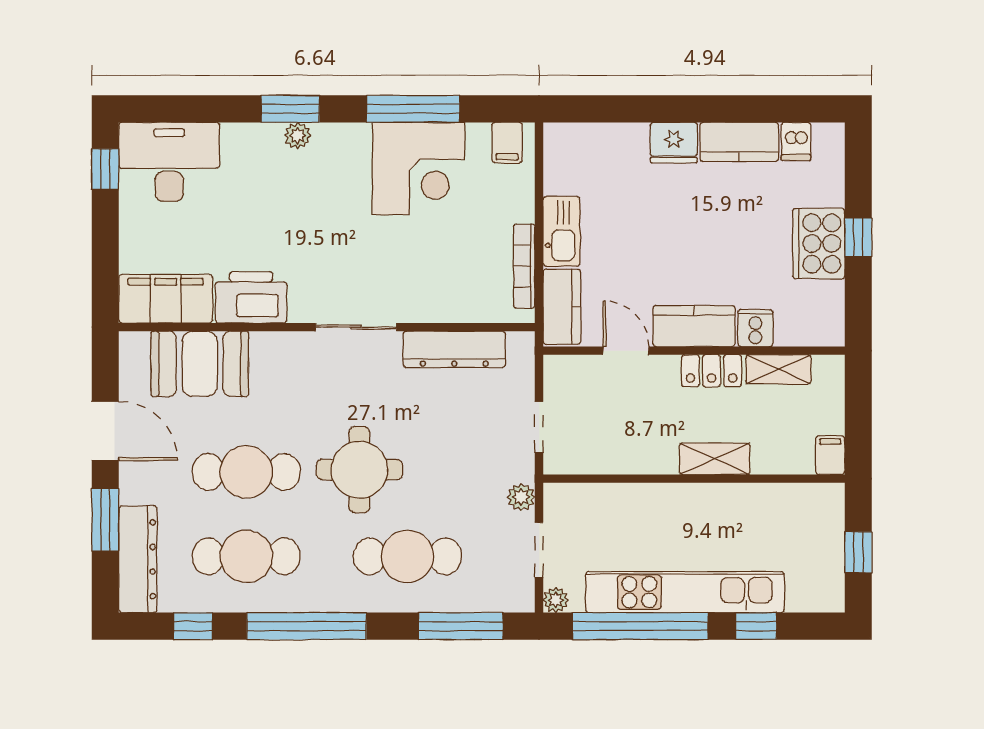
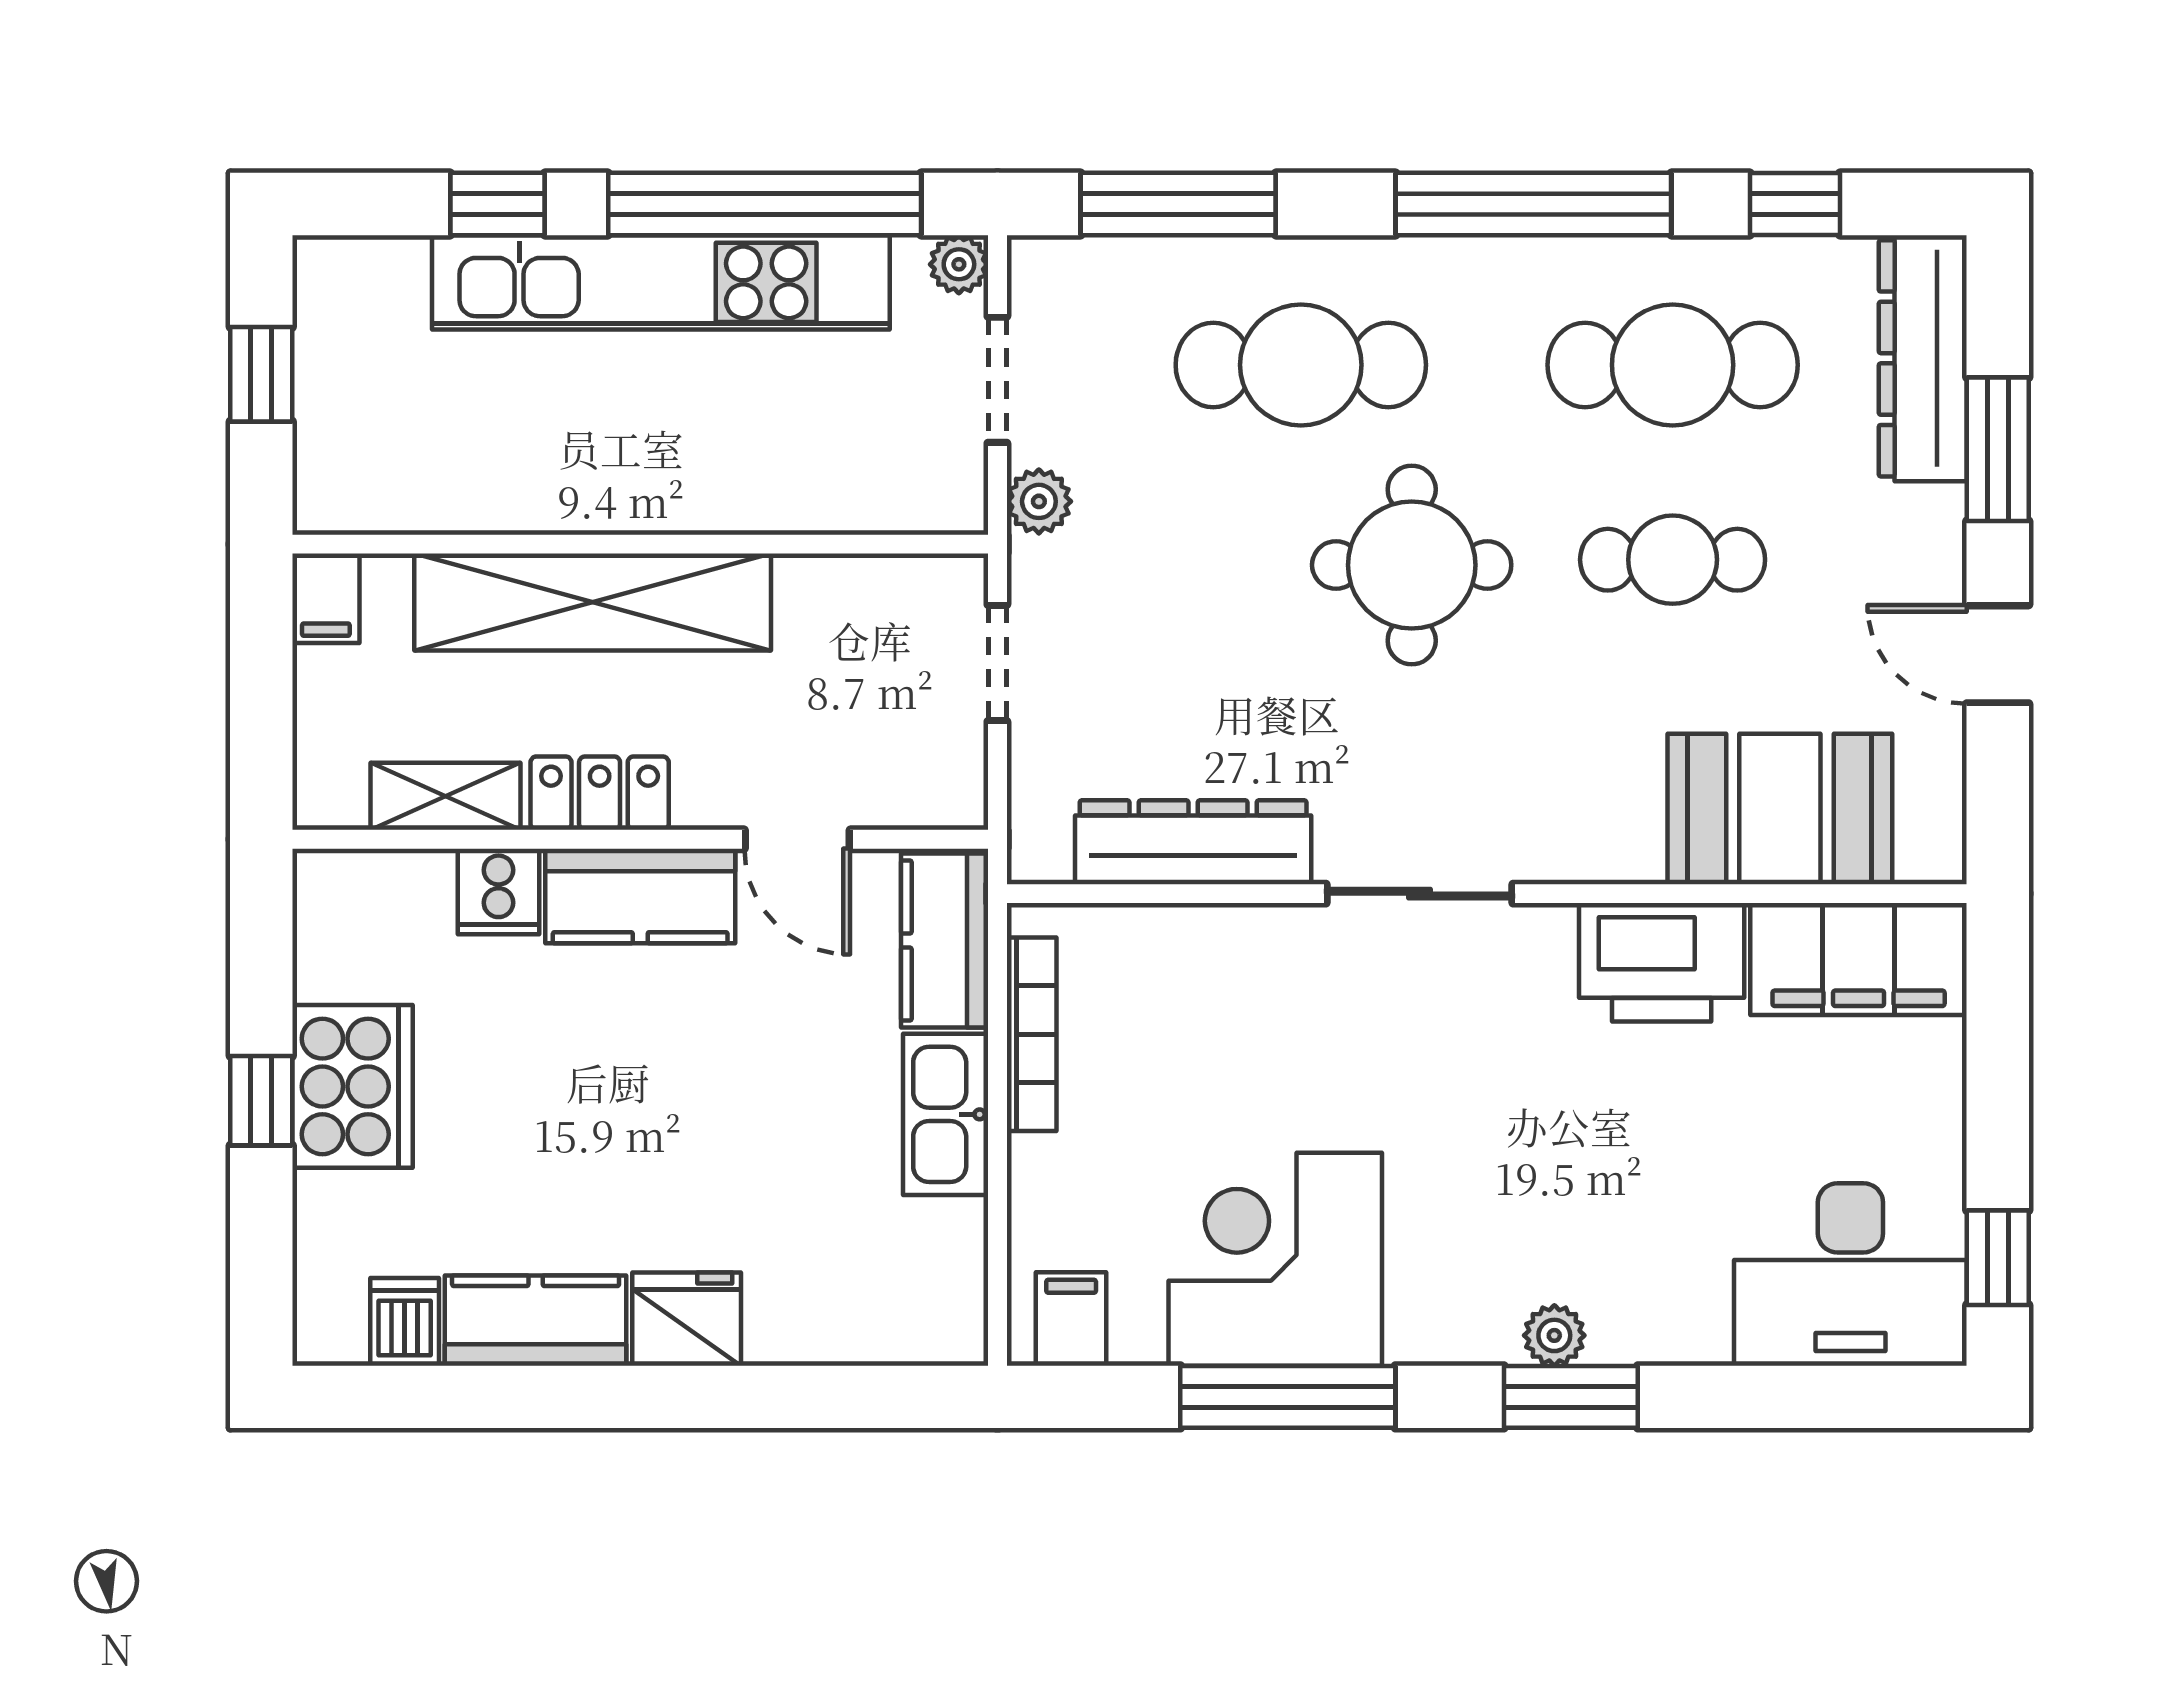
door: (105, 431) -> (1998, 654), width x0.73
shelving: (715, 459) -> (593, 602), width x2.20, depth x1.33
cafe table: (246, 472) -> (1673, 560), width x0.73, depth x0.74

